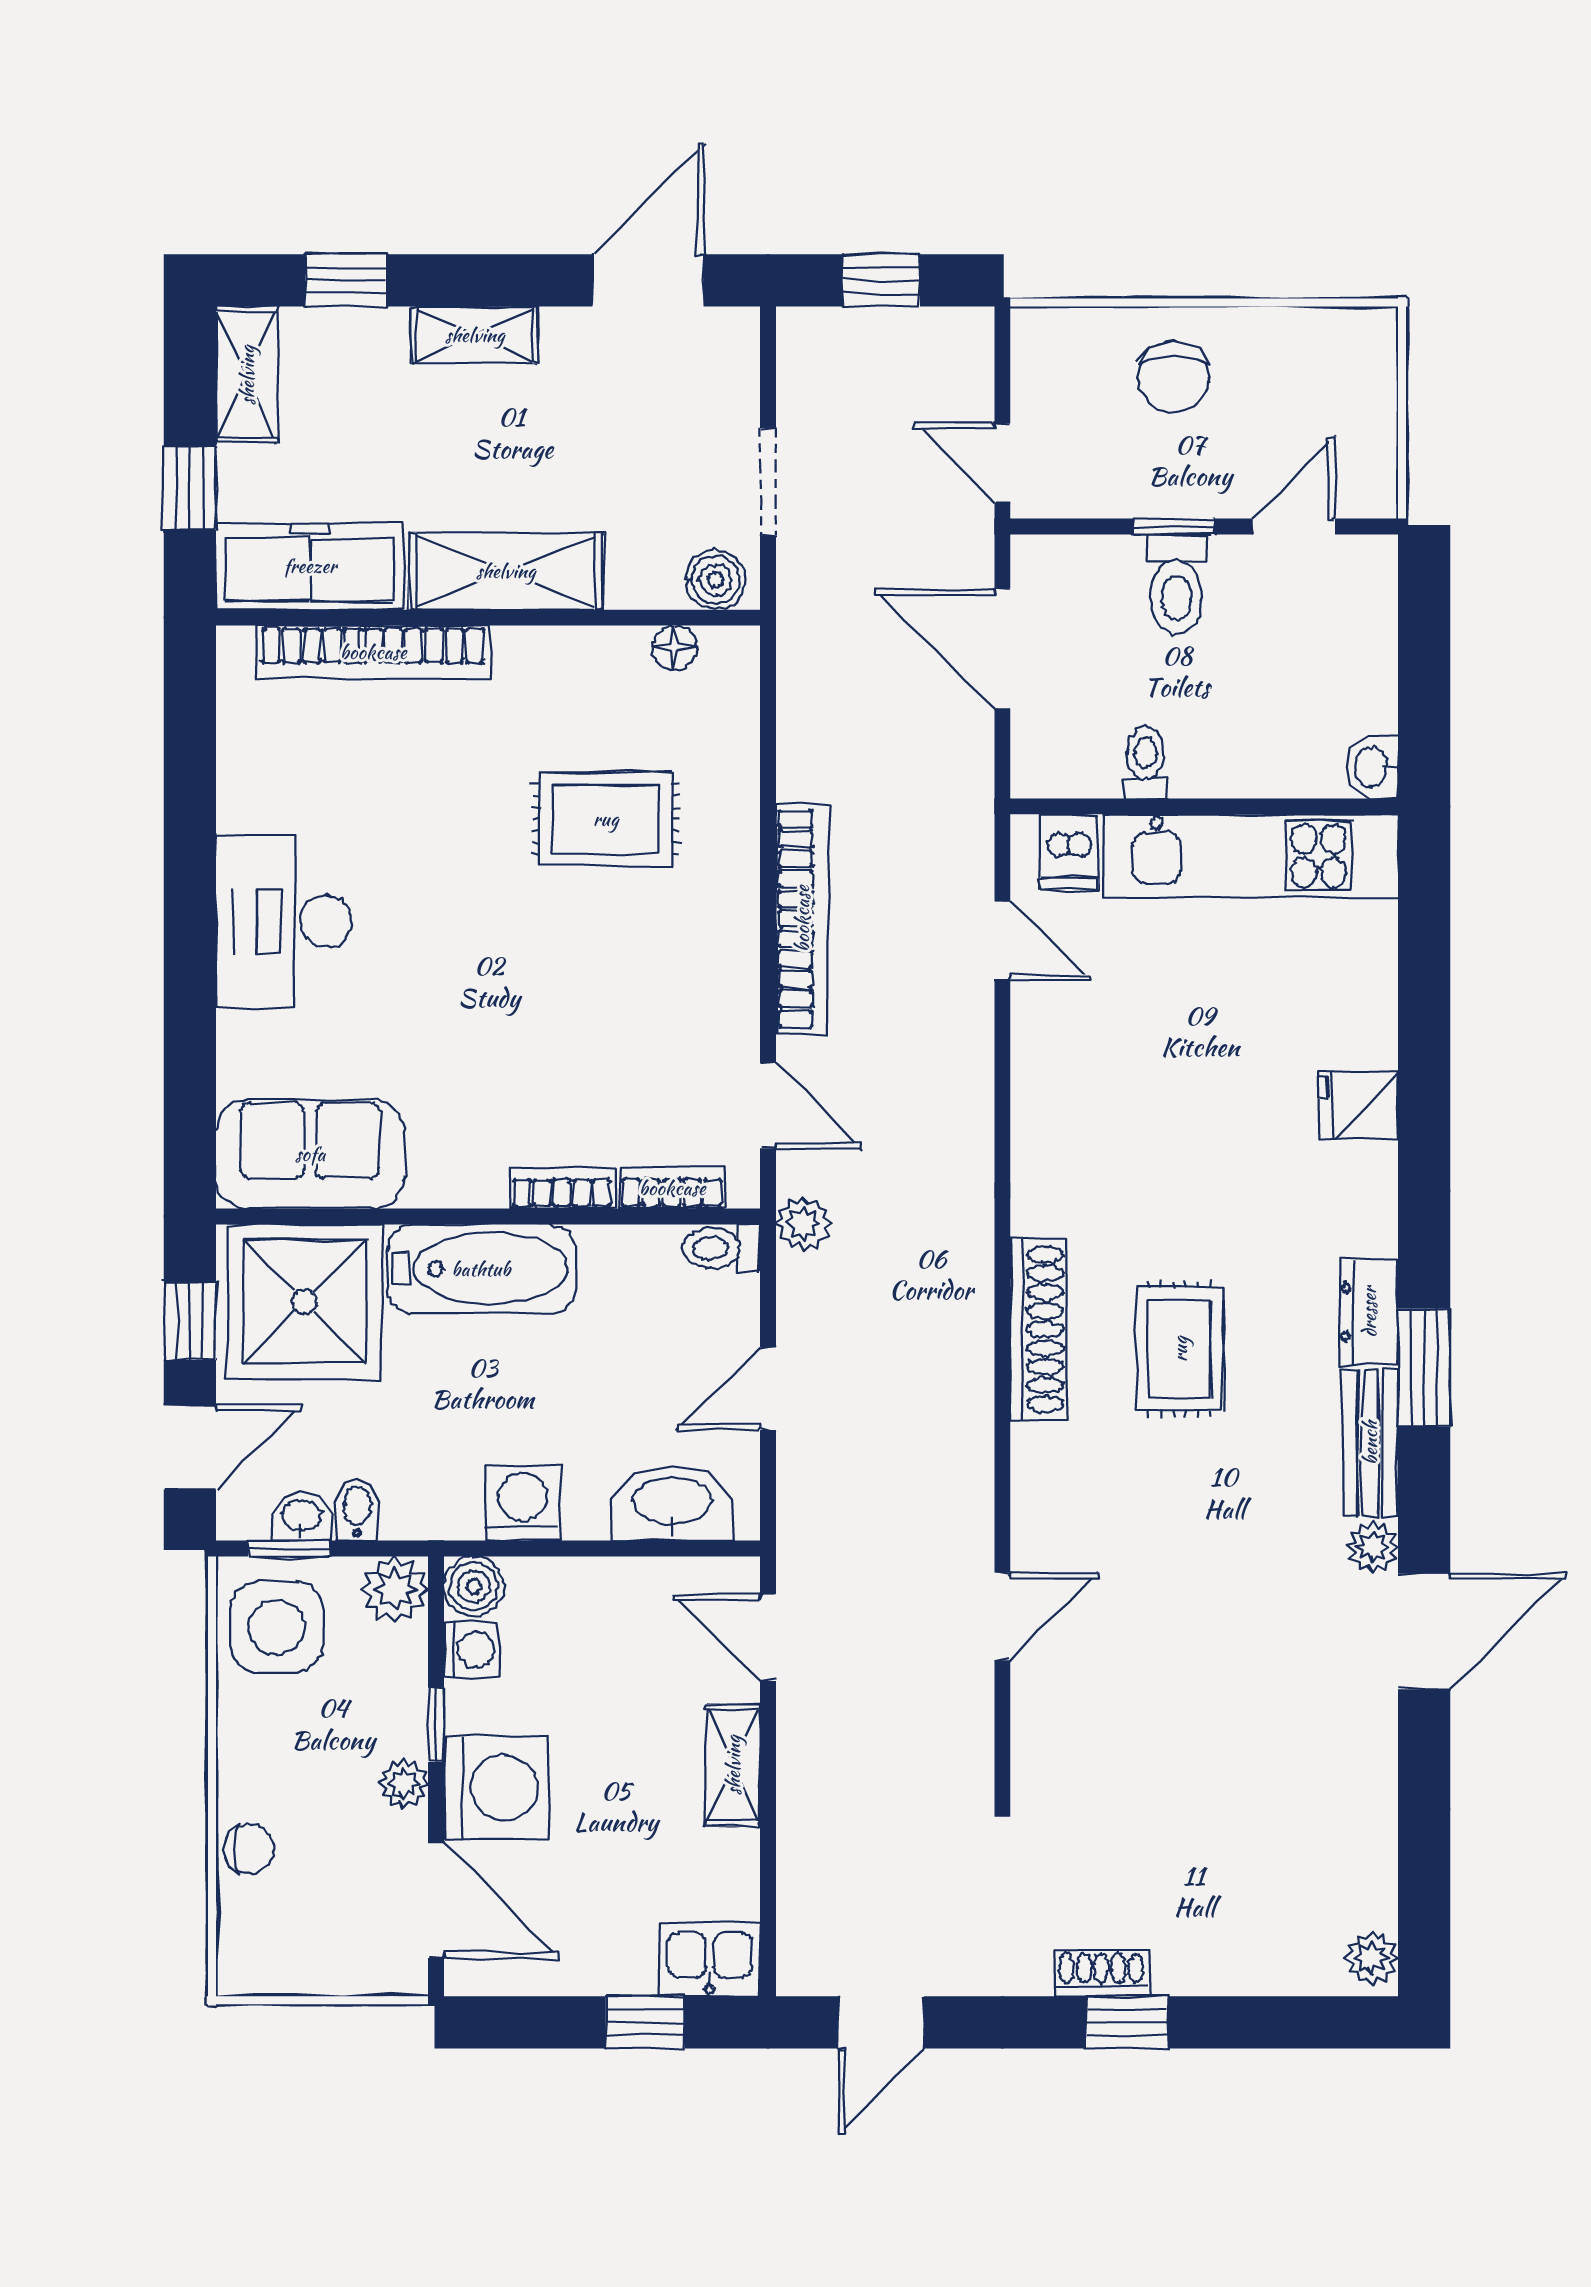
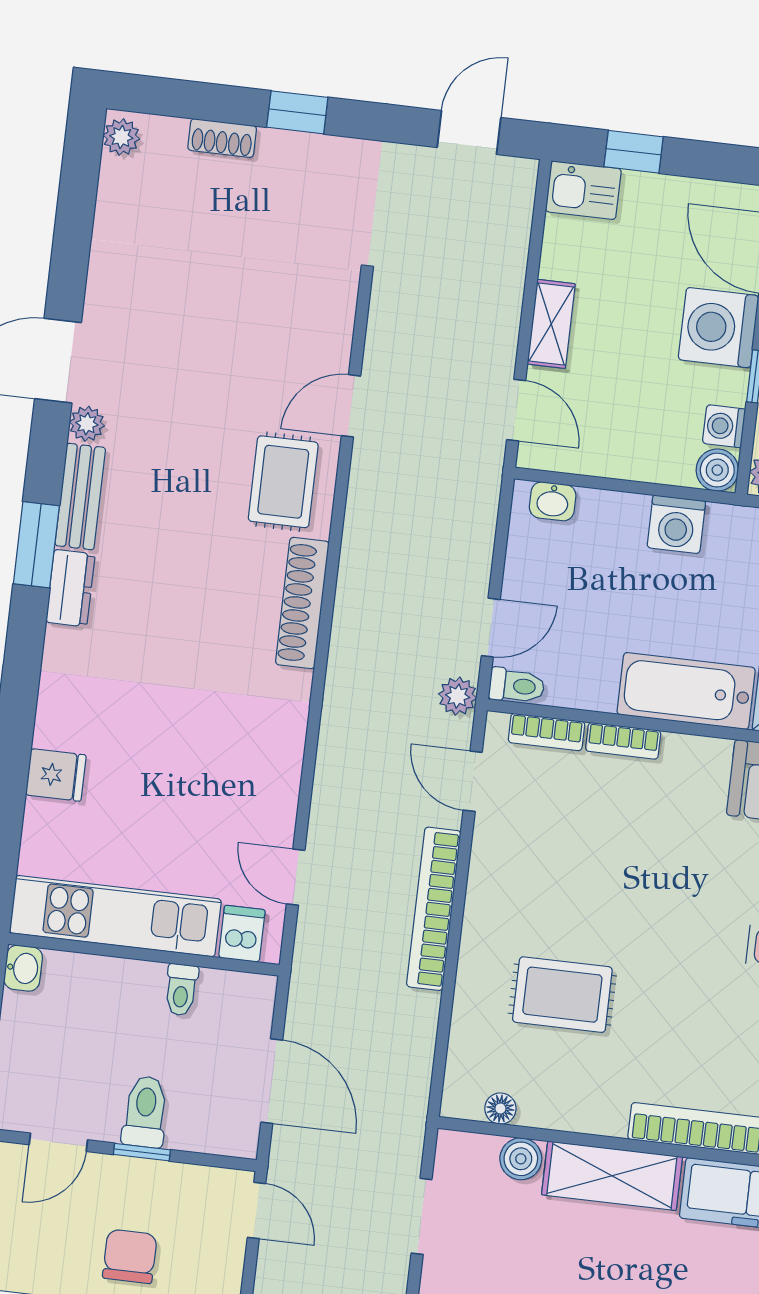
boiler: (716, 580) -> (521, 1159), moved
fridge: (1358, 1106) -> (56, 775), moved
rug: (1180, 1349) -> (283, 482), moved
door: (768, 1389) -> (491, 628), moved
washbasin: (672, 1503) -> (553, 501), width x0.52, depth x0.69
shoe rack: (1101, 1974) -> (222, 138), moved

